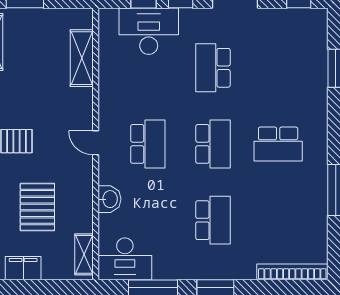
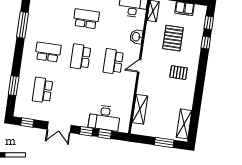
school desk: (213, 68) -> (42, 90), moved, turned 180
door: (96, 143) -> (139, 66), swing flipped
school desk: (213, 220) -> (86, 19), turned 90

